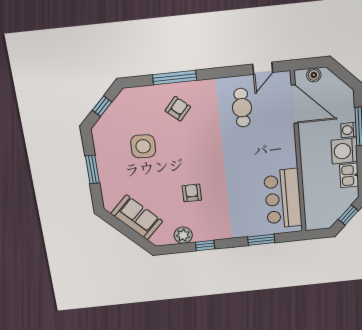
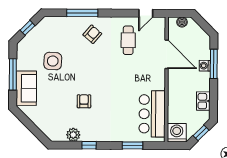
door: (295, 104) -> (167, 54), moved
armchair: (178, 109) -> (92, 34), moved
washing machine: (344, 151) -> (177, 133), moved, turned 90
window: (92, 169) -> (13, 74), width x1.44
sofa: (137, 217) -> (26, 88), moved, turned 45

